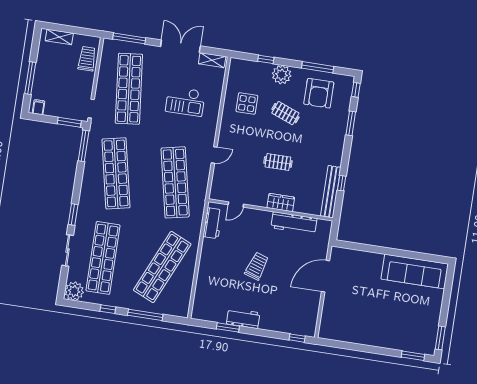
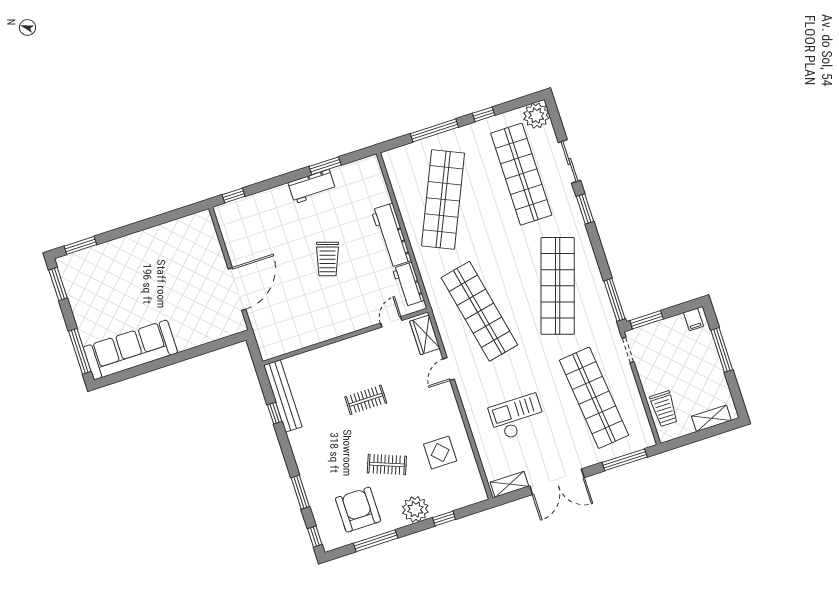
shop shelf: (116, 173) -> (558, 286), turned 30
wardrobe: (281, 202) -> (425, 335), moved, turned 90
workbench: (294, 223) -> (391, 235), moved, turned -90
window: (448, 287) -> (80, 351), added

